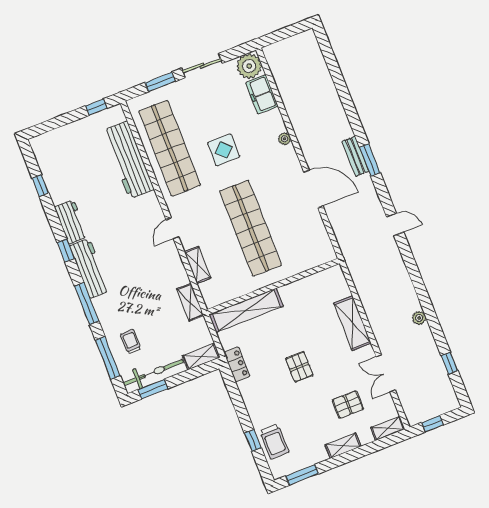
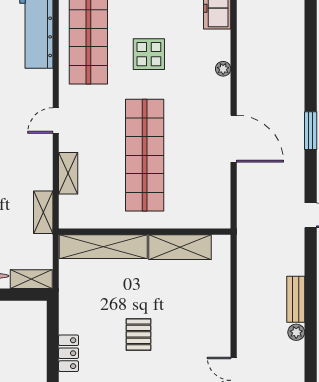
bench: (355, 156) -> (296, 299), moved
shelving: (352, 323) -> (180, 247), moved, turned 90
locker: (237, 364) -> (69, 353), moved

